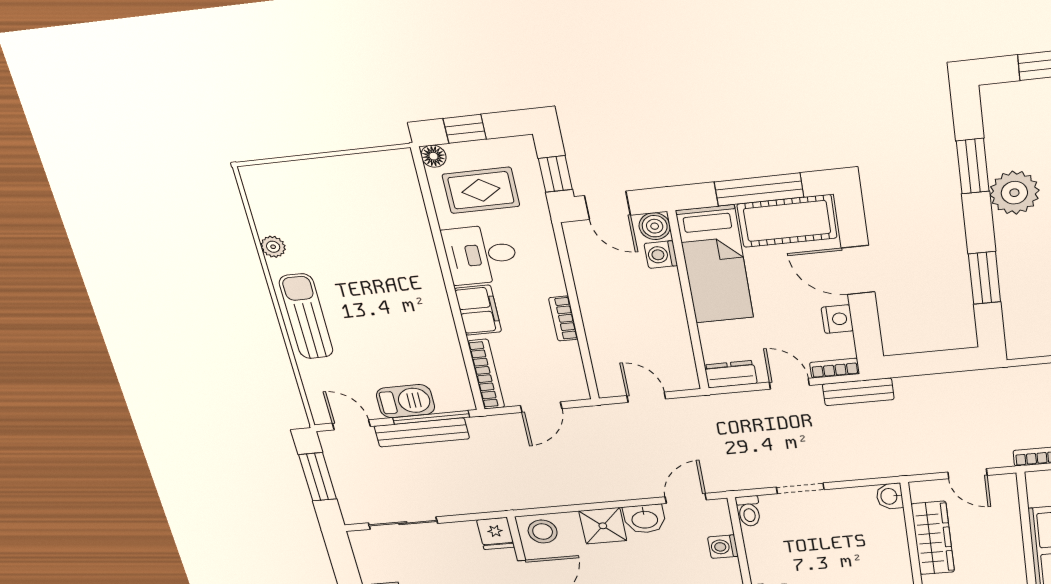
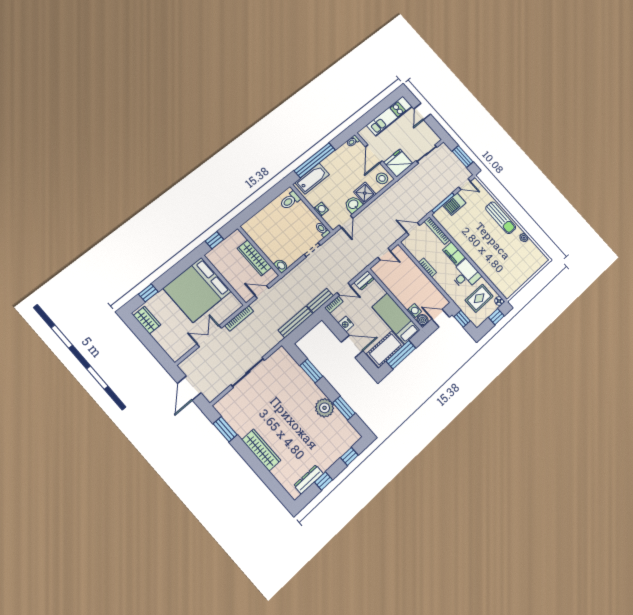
door: (541, 407) -> (413, 229), hinge flipped
bench: (422, 432) -> (295, 322), moved
fridge: (496, 533) -> (398, 163), width x1.88, depth x1.34

